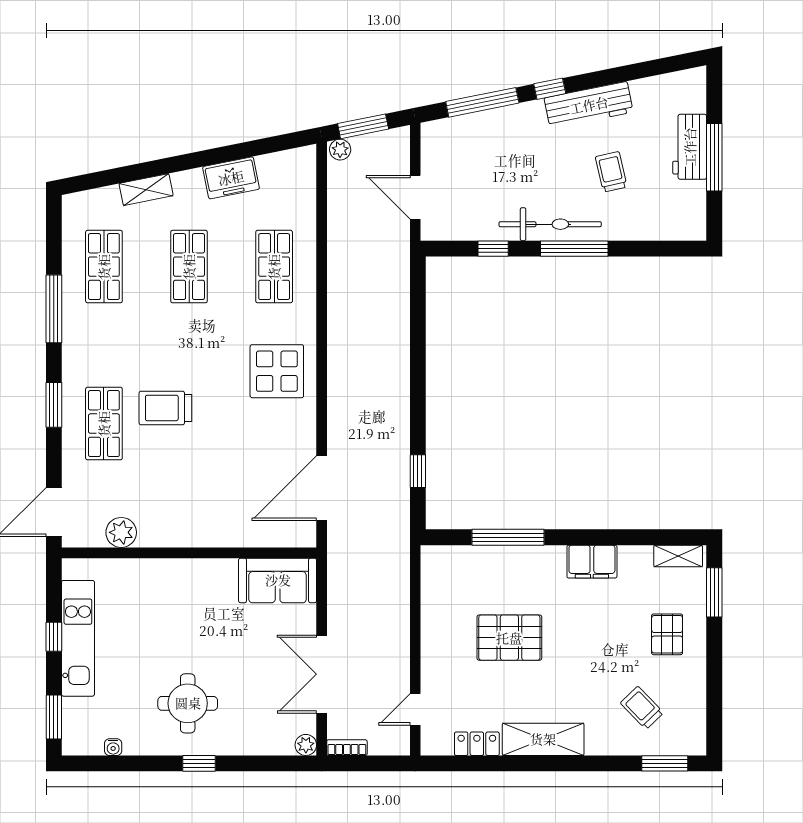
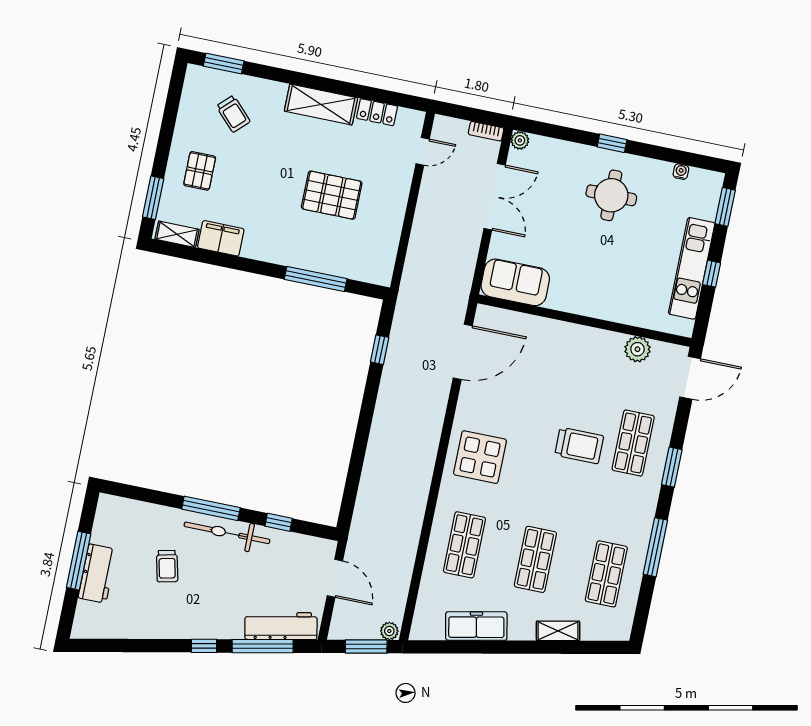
workbench: (589, 105) -> (281, 626), moved
freezer: (231, 178) -> (476, 626), width x1.40
filing cabinet: (592, 562) -> (221, 238), moved

